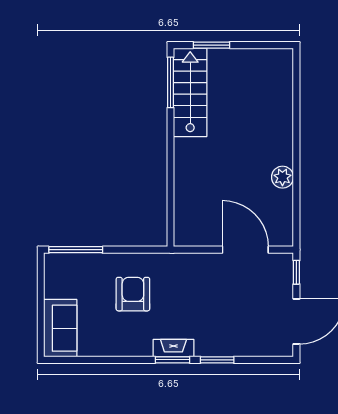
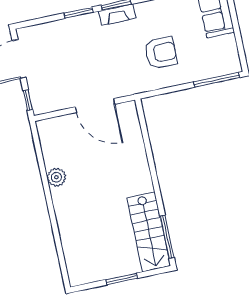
window: (211, 45) -> (122, 279), moved
door: (245, 250) -> (95, 106), moved
armchair: (133, 294) -> (161, 53), turned -90

